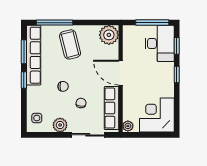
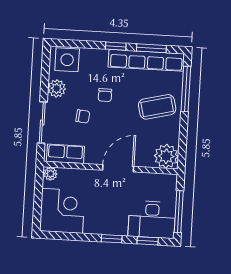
row of seats: (112, 108) -> (65, 154), width x0.68
side table: (37, 118) -> (67, 60), width x1.87, depth x1.87

